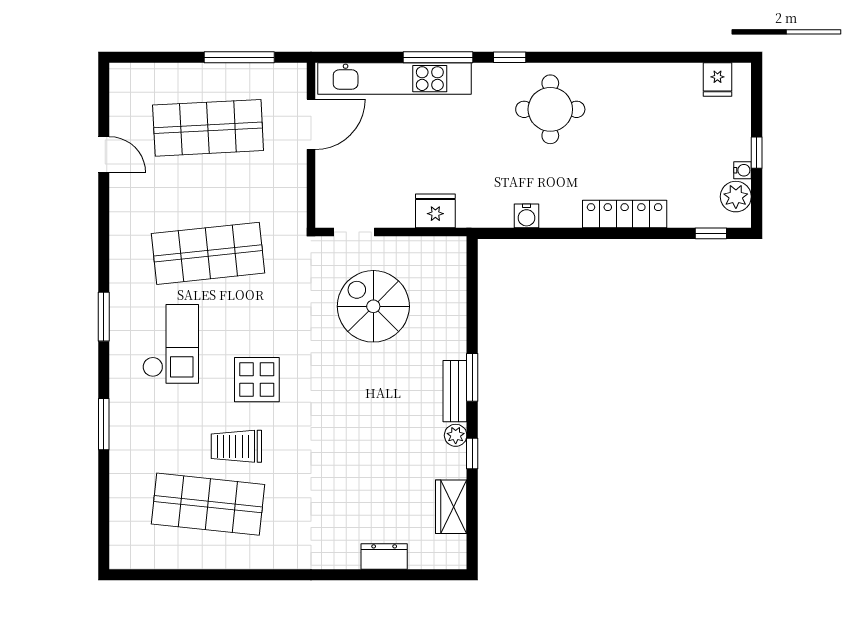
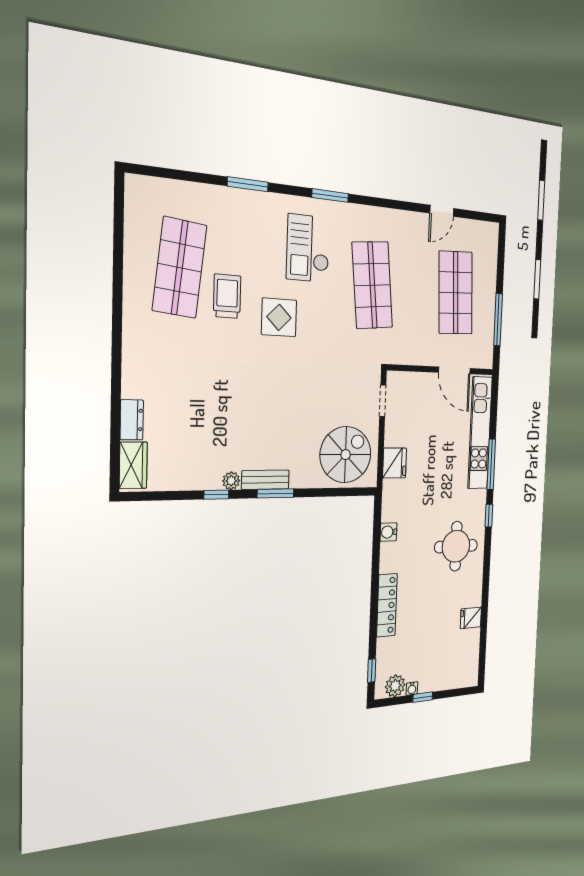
fridge: (717, 80) -> (471, 618), moved
spiral stairs: (373, 306) -> (346, 455), moved
checkout: (171, 344) -> (308, 248), turned 90
wardrobe: (451, 507) -> (133, 465), moved, turned 90

